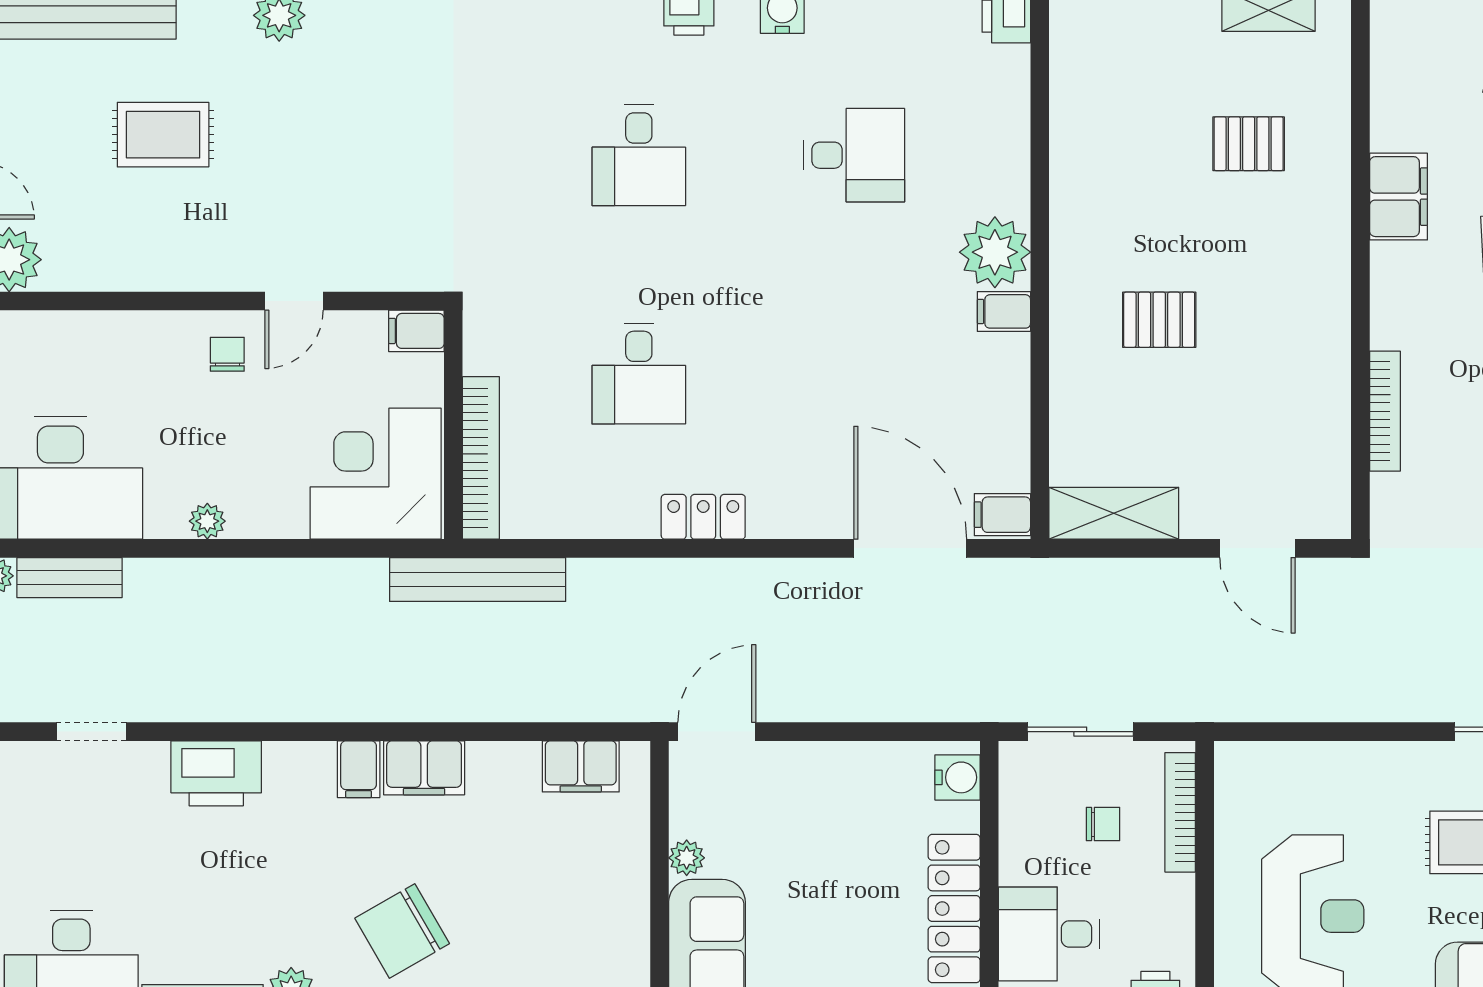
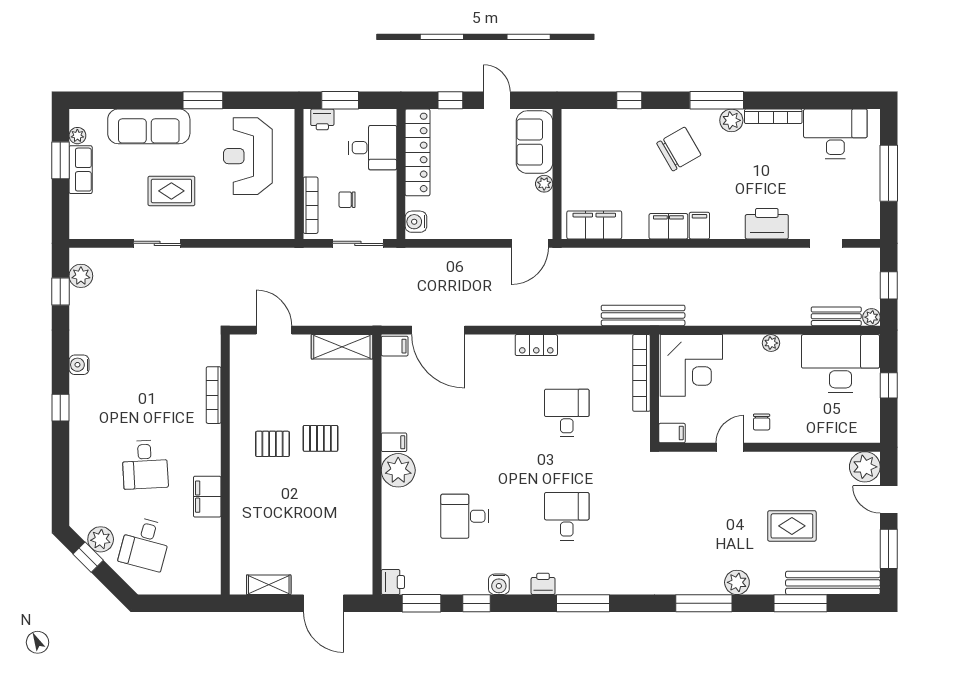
pallet: (1249, 144) -> (272, 444), moved
filing cabinet: (581, 766) -> (594, 225), width x1.50, depth x1.17

